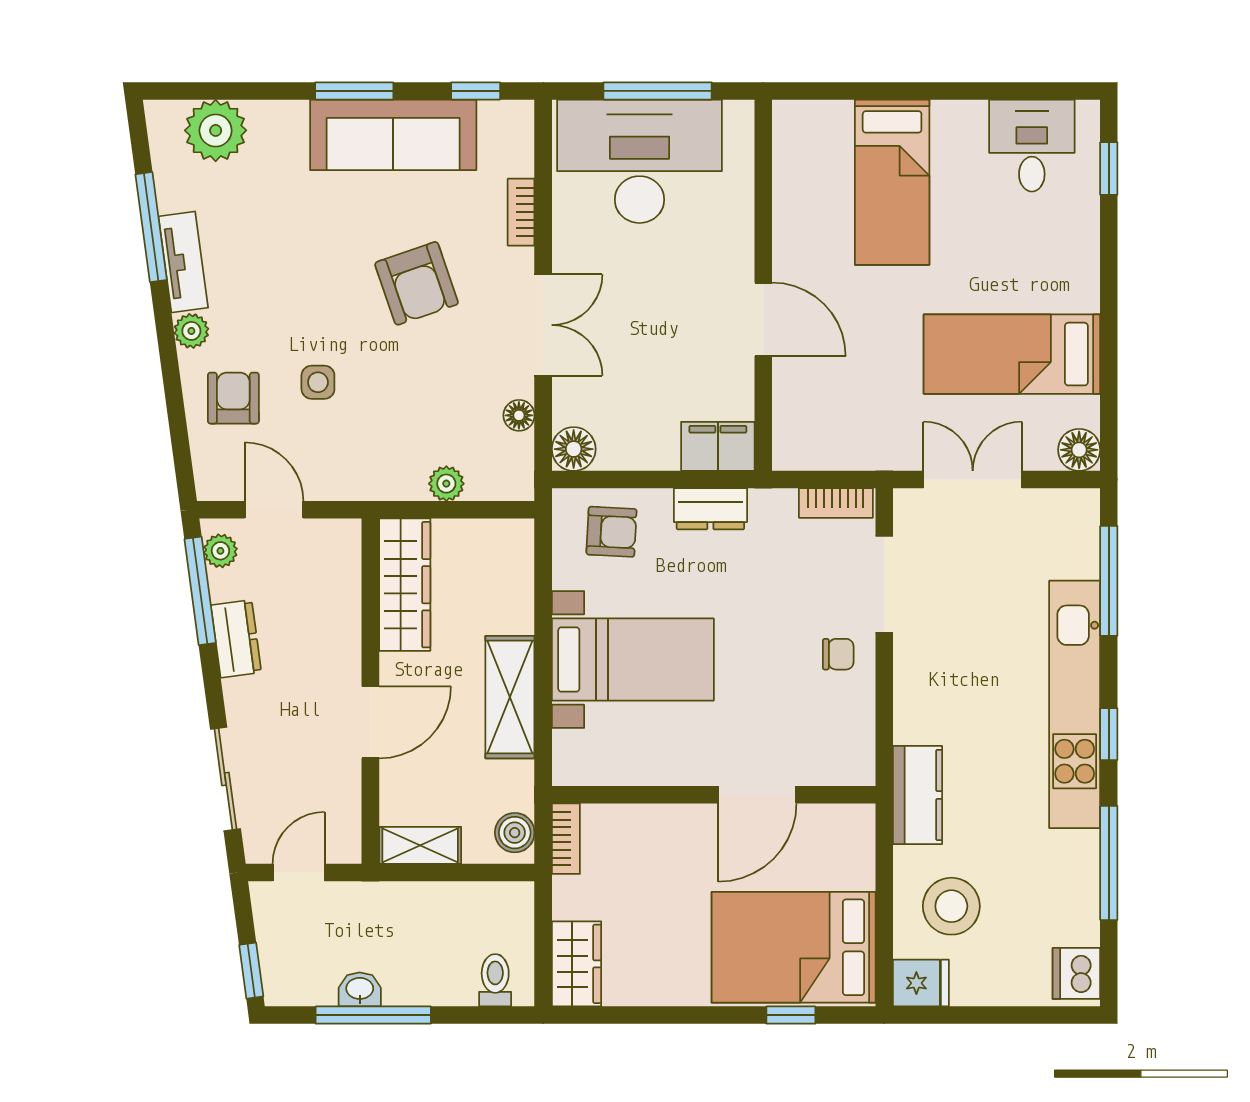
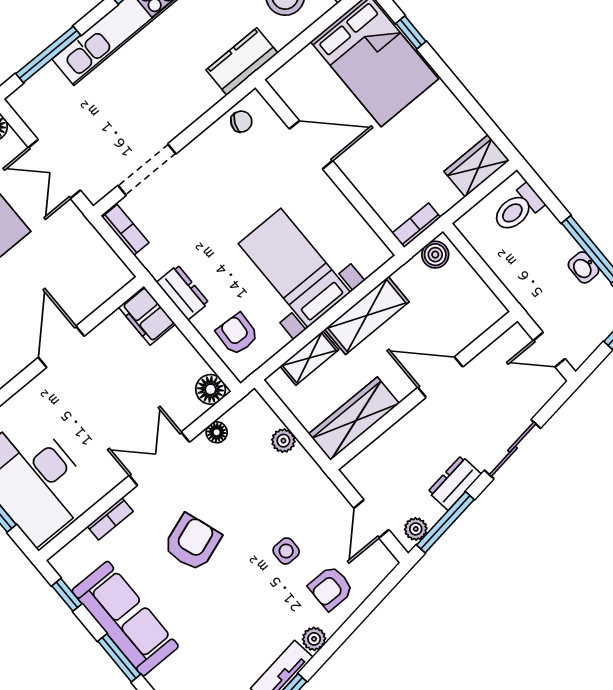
chair: (838, 654) -> (241, 122), moved, turned 114
sliding door: (225, 779) -> (513, 449), moved
shelving: (420, 845) -> (309, 358), moved, turned 90
toilet: (495, 980) -> (518, 209), width x1.37, depth x1.39

